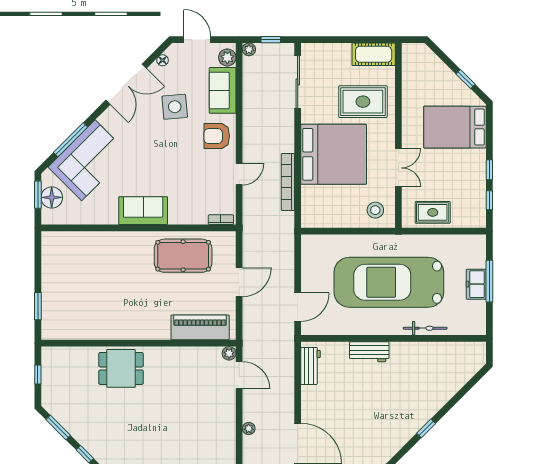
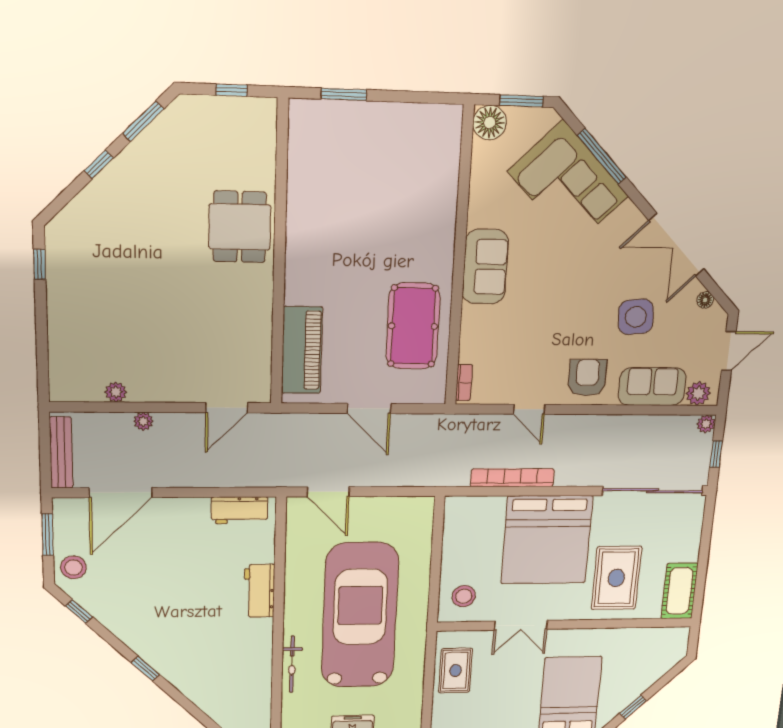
sliding door: (298, 82) -> (653, 491), width x1.36
floor lamp: (52, 197) -> (490, 123), moved
plant: (229, 353) -> (116, 392), moved

